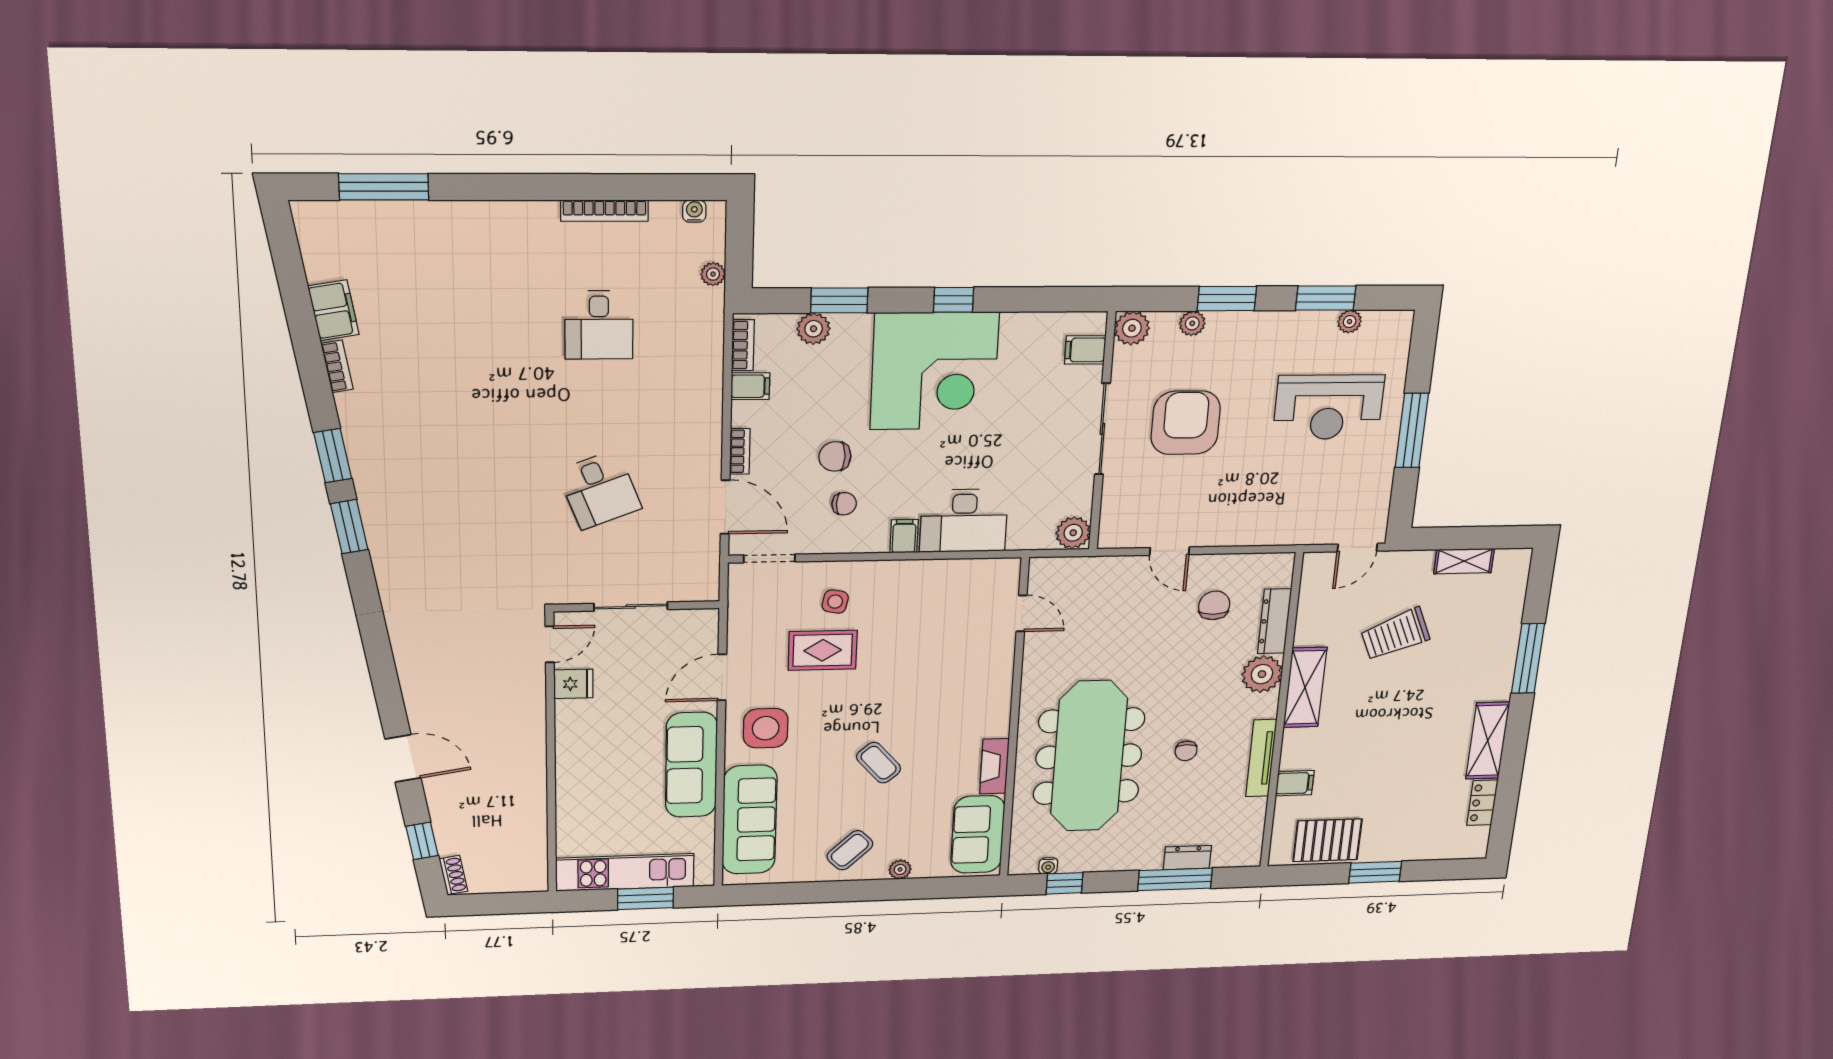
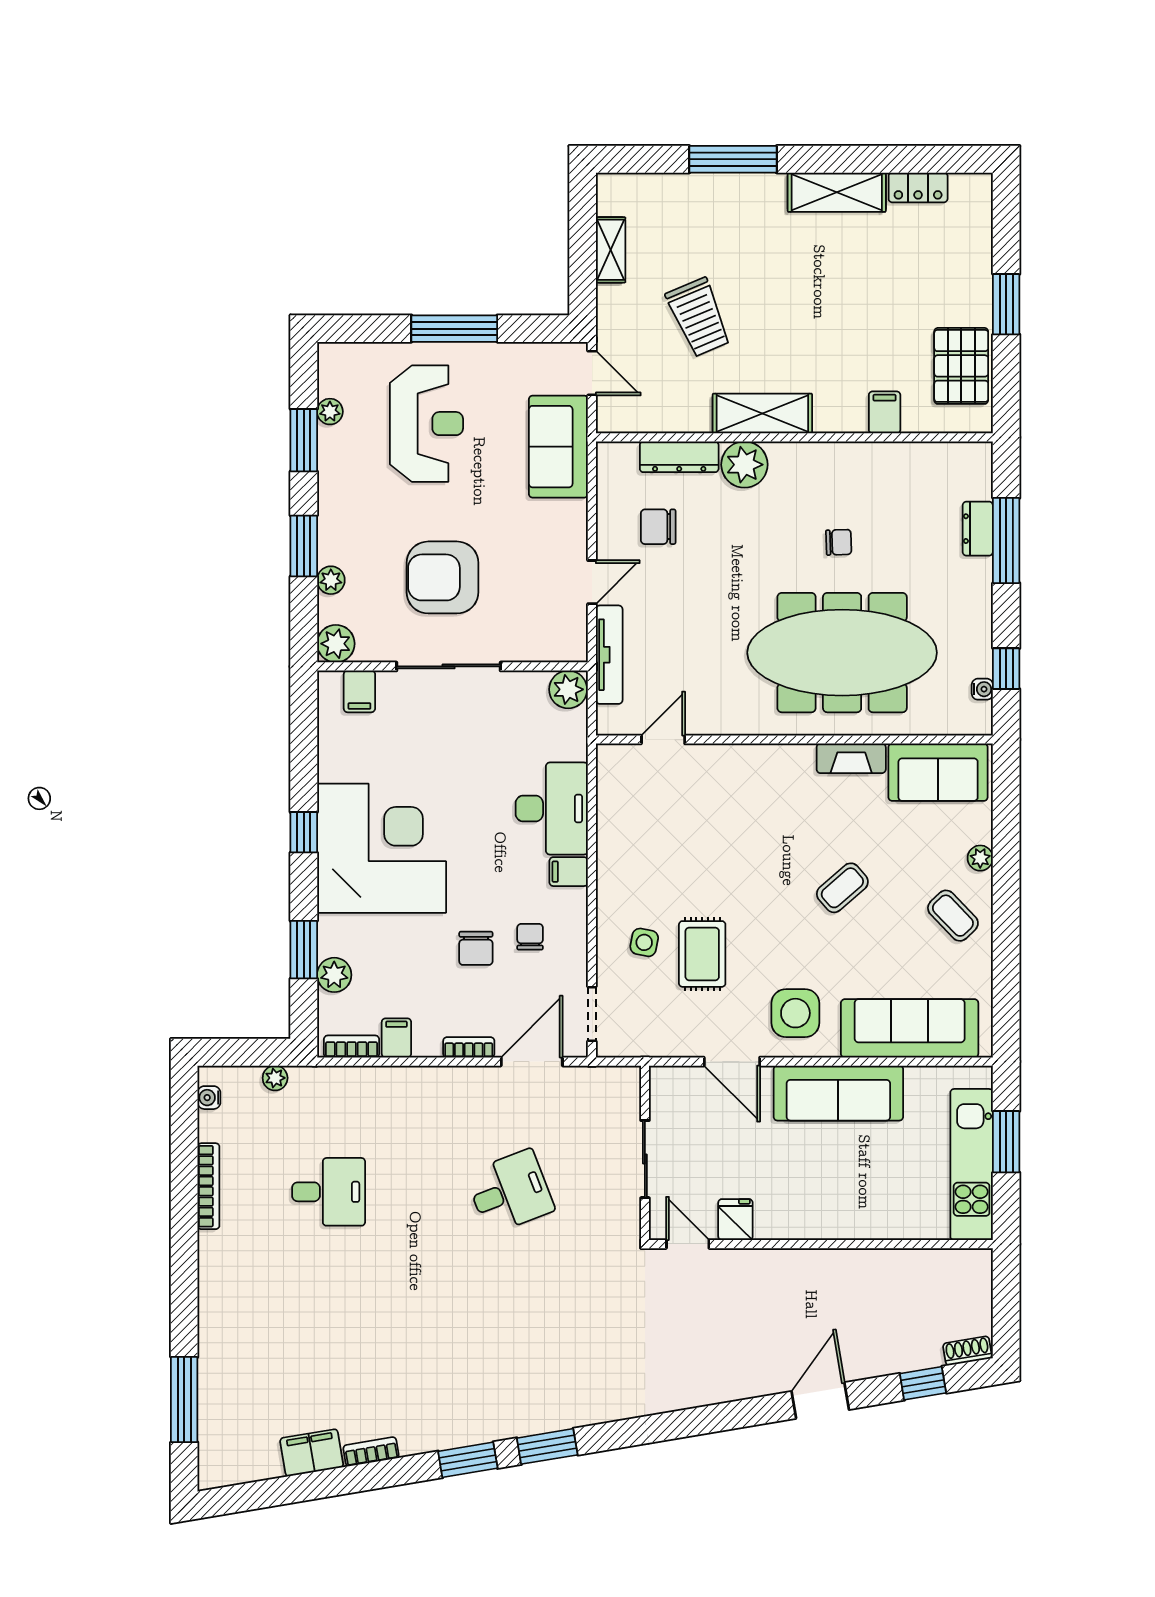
sofa: (1295, 521) -> (558, 447), added
tv unit: (1261, 758) -> (609, 655), moved, turned -90

